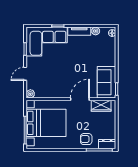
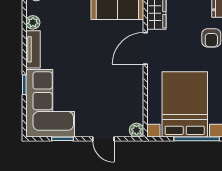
door: (80, 99) -> (145, 48), hinge flipped

